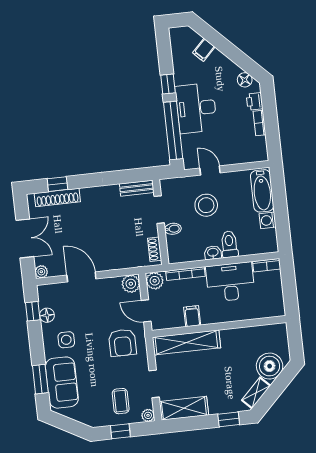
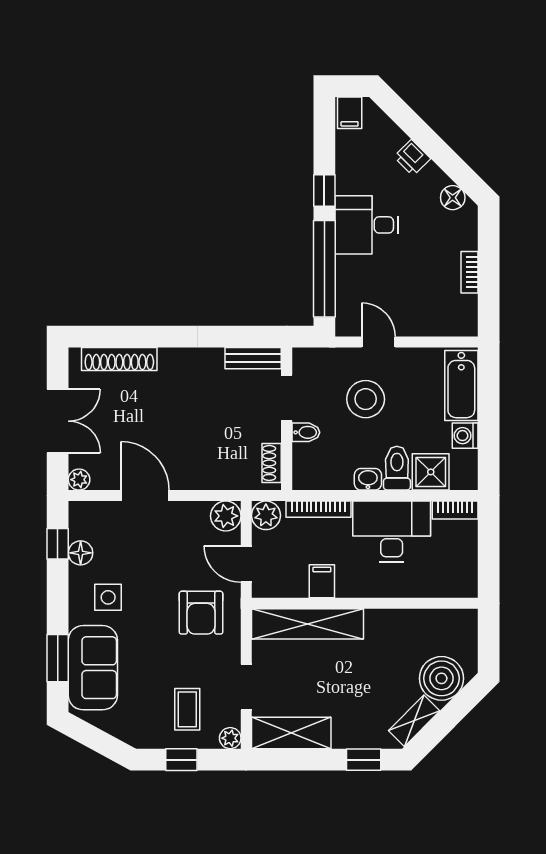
filing cabinet: (204, 50) -> (350, 113), moved, turned -45
printer: (255, 101) -> (412, 158), moved, turned -45
desk: (196, 108) -> (367, 225), width x0.73
window: (57, 184) -> (122, 337), removed
shower: (250, 244) -> (431, 472), added

